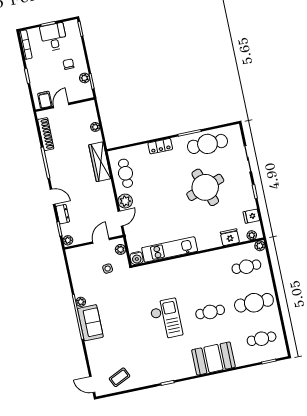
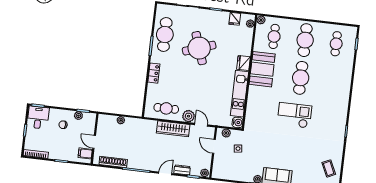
desk: (54, 37) -> (38, 118), moved, turned 90
wardrobe: (100, 162) -> (173, 129), moved
fridge: (230, 237) -> (243, 63), moved
cafe table: (210, 312) -> (301, 78), width x1.37, depth x1.35
booth: (213, 359) -> (262, 69), moved

